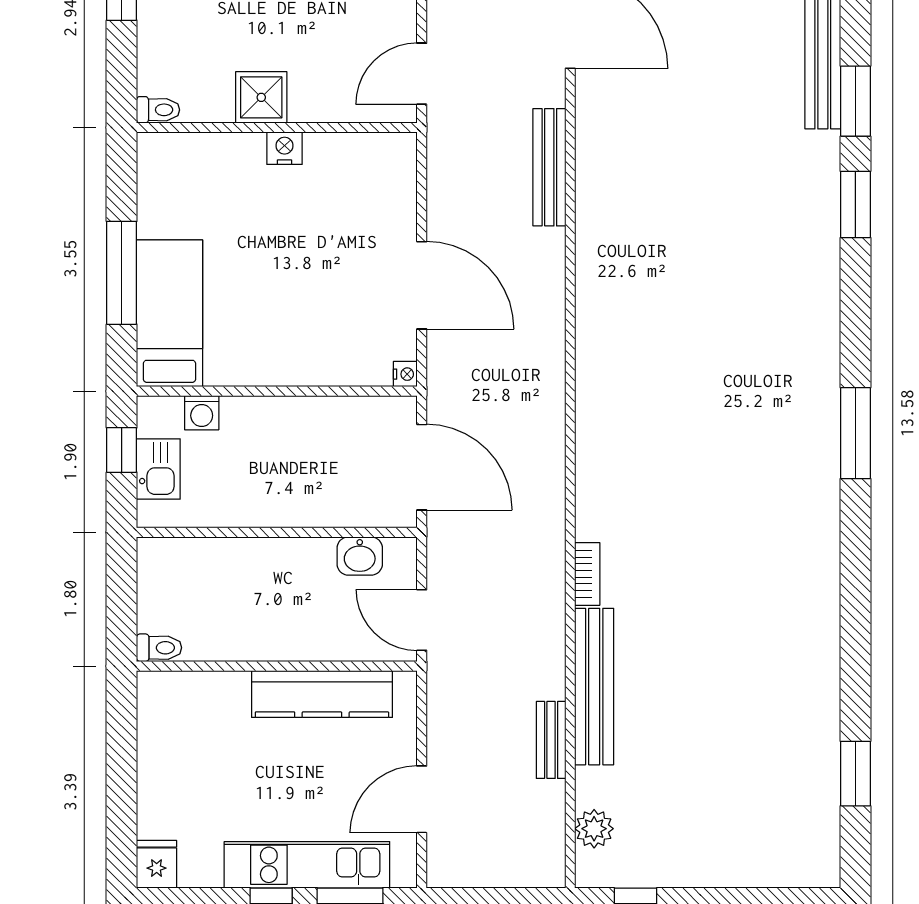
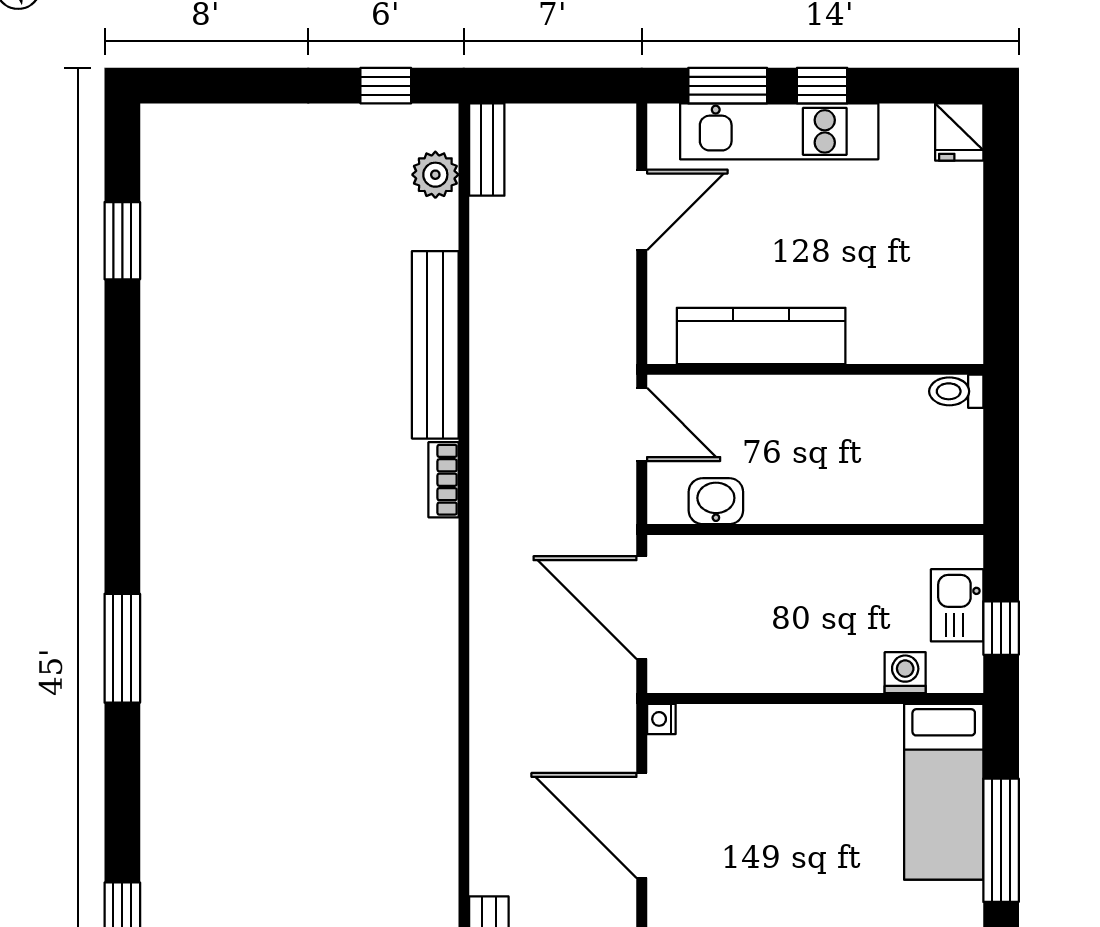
bench: (551, 740) -> (487, 150), moved

